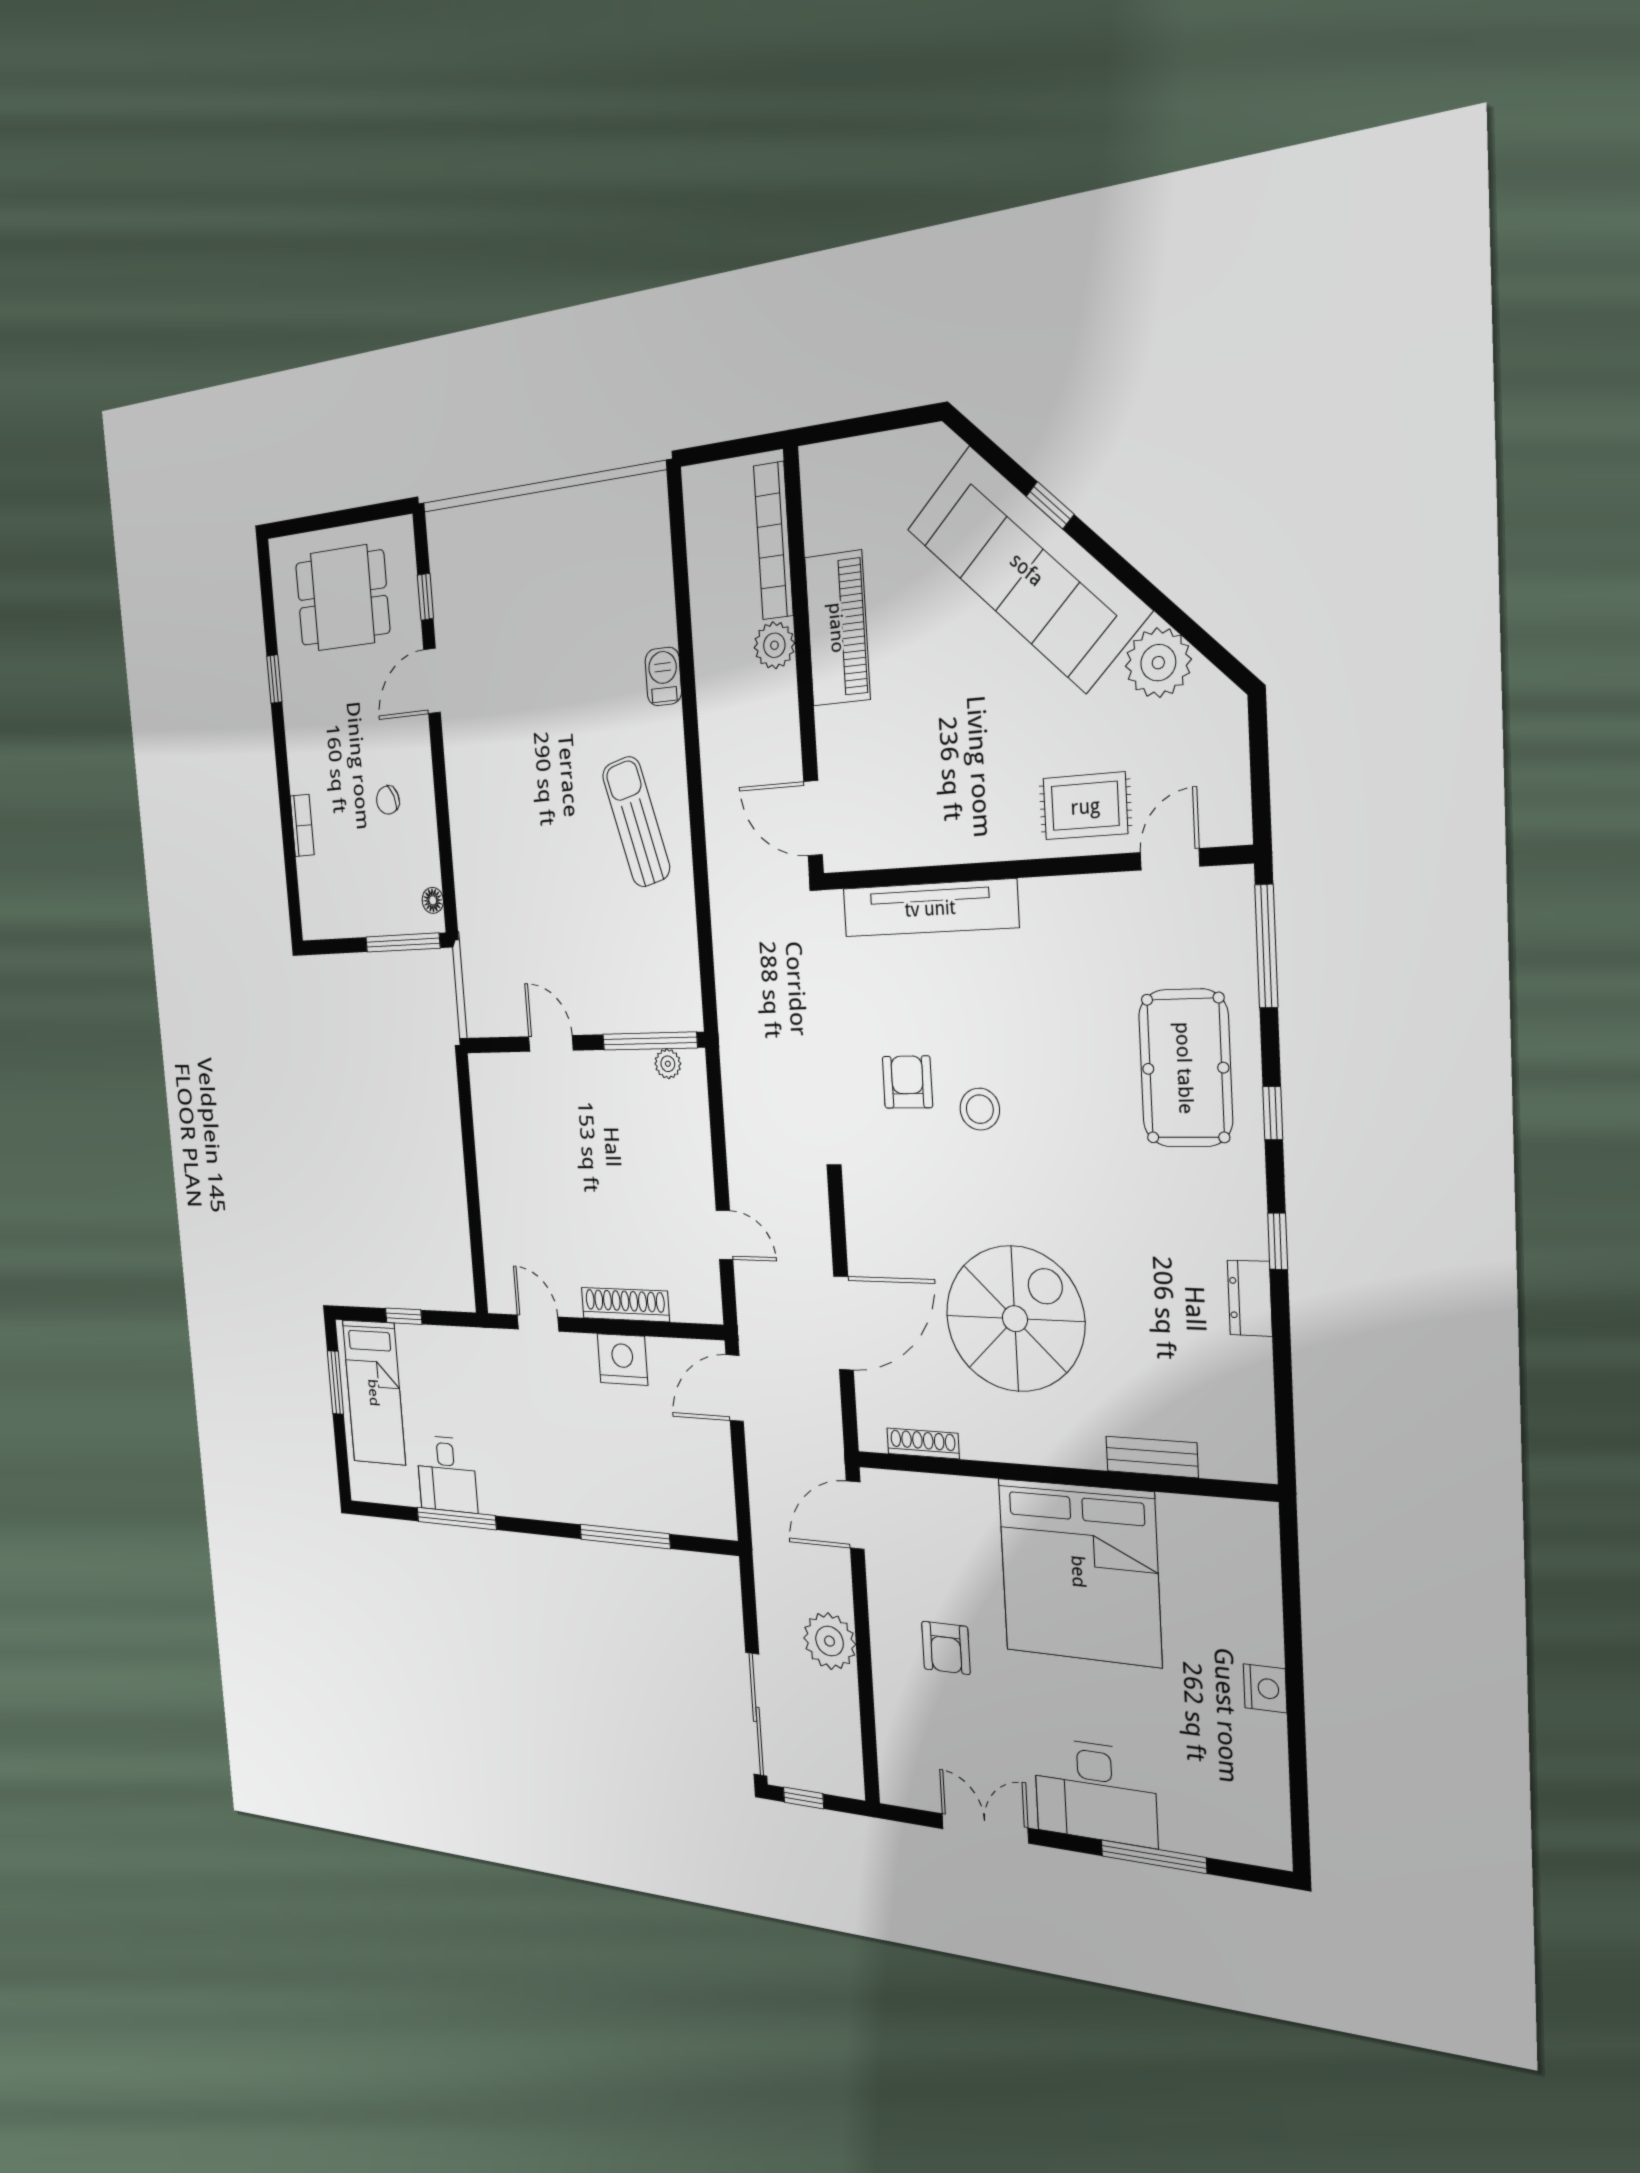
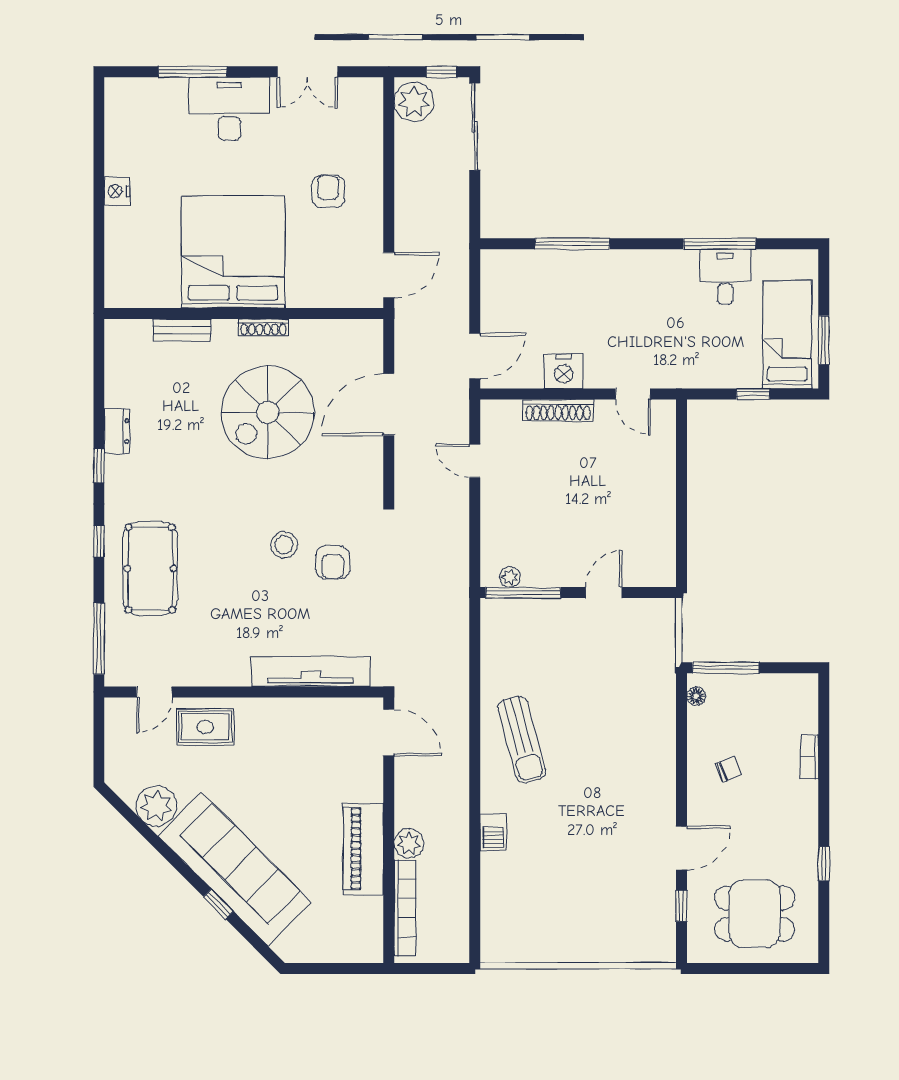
door: (551, 1043) -> (604, 593), swing flipped
shoe rack: (923, 1443) -> (263, 327), moved
plant: (830, 1641) -> (414, 102), moved

